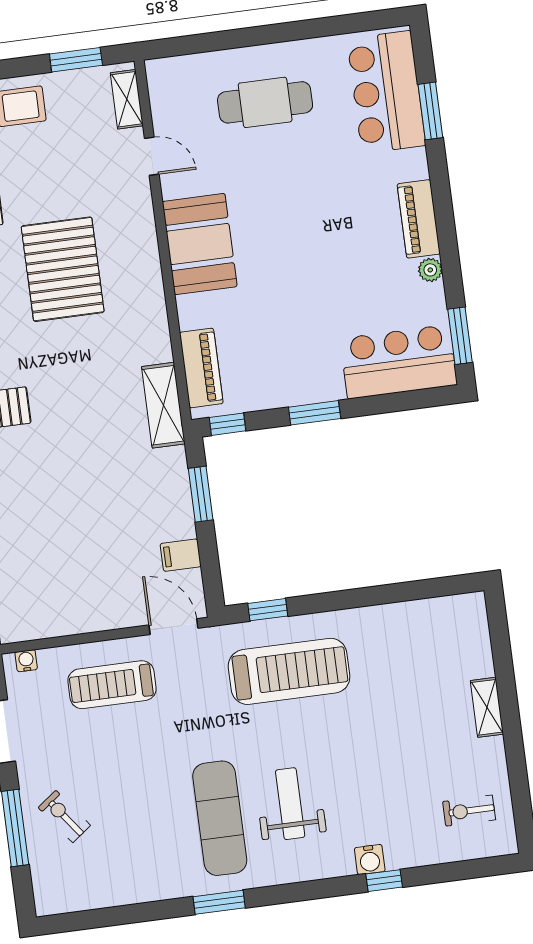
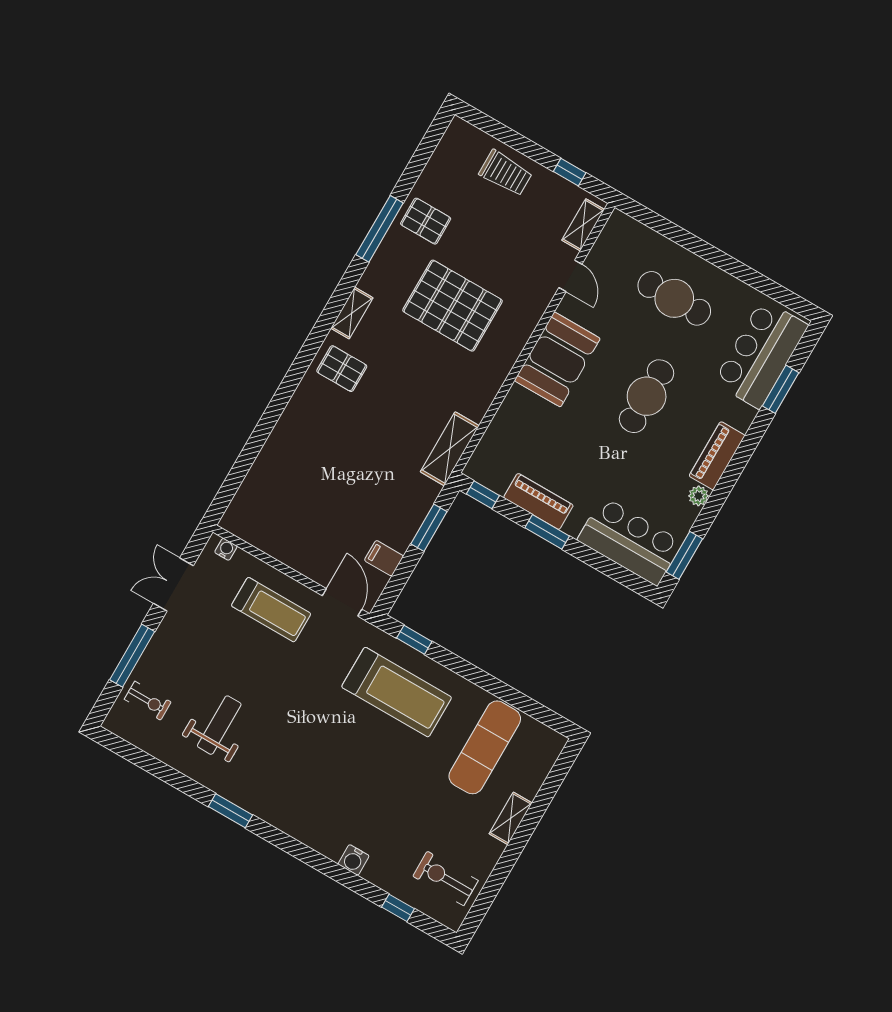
window: (76, 60) -> (570, 172), width x0.67
cafe table: (310, 214) -> (647, 396), added
pallet: (63, 269) -> (452, 306), turned 90
piano: (201, 368) -> (538, 501), moved, turned -90
treadmill: (112, 685) -> (271, 610), turned 180
weight bench: (290, 804) -> (219, 725), moved
exercise bike: (469, 811) -> (445, 878), width x1.38, depth x1.39
exercise bike: (64, 816) -> (148, 701), moved, turned 127
exercise mat: (220, 818) -> (485, 747), moved
window: (384, 881) -> (398, 908), moved

